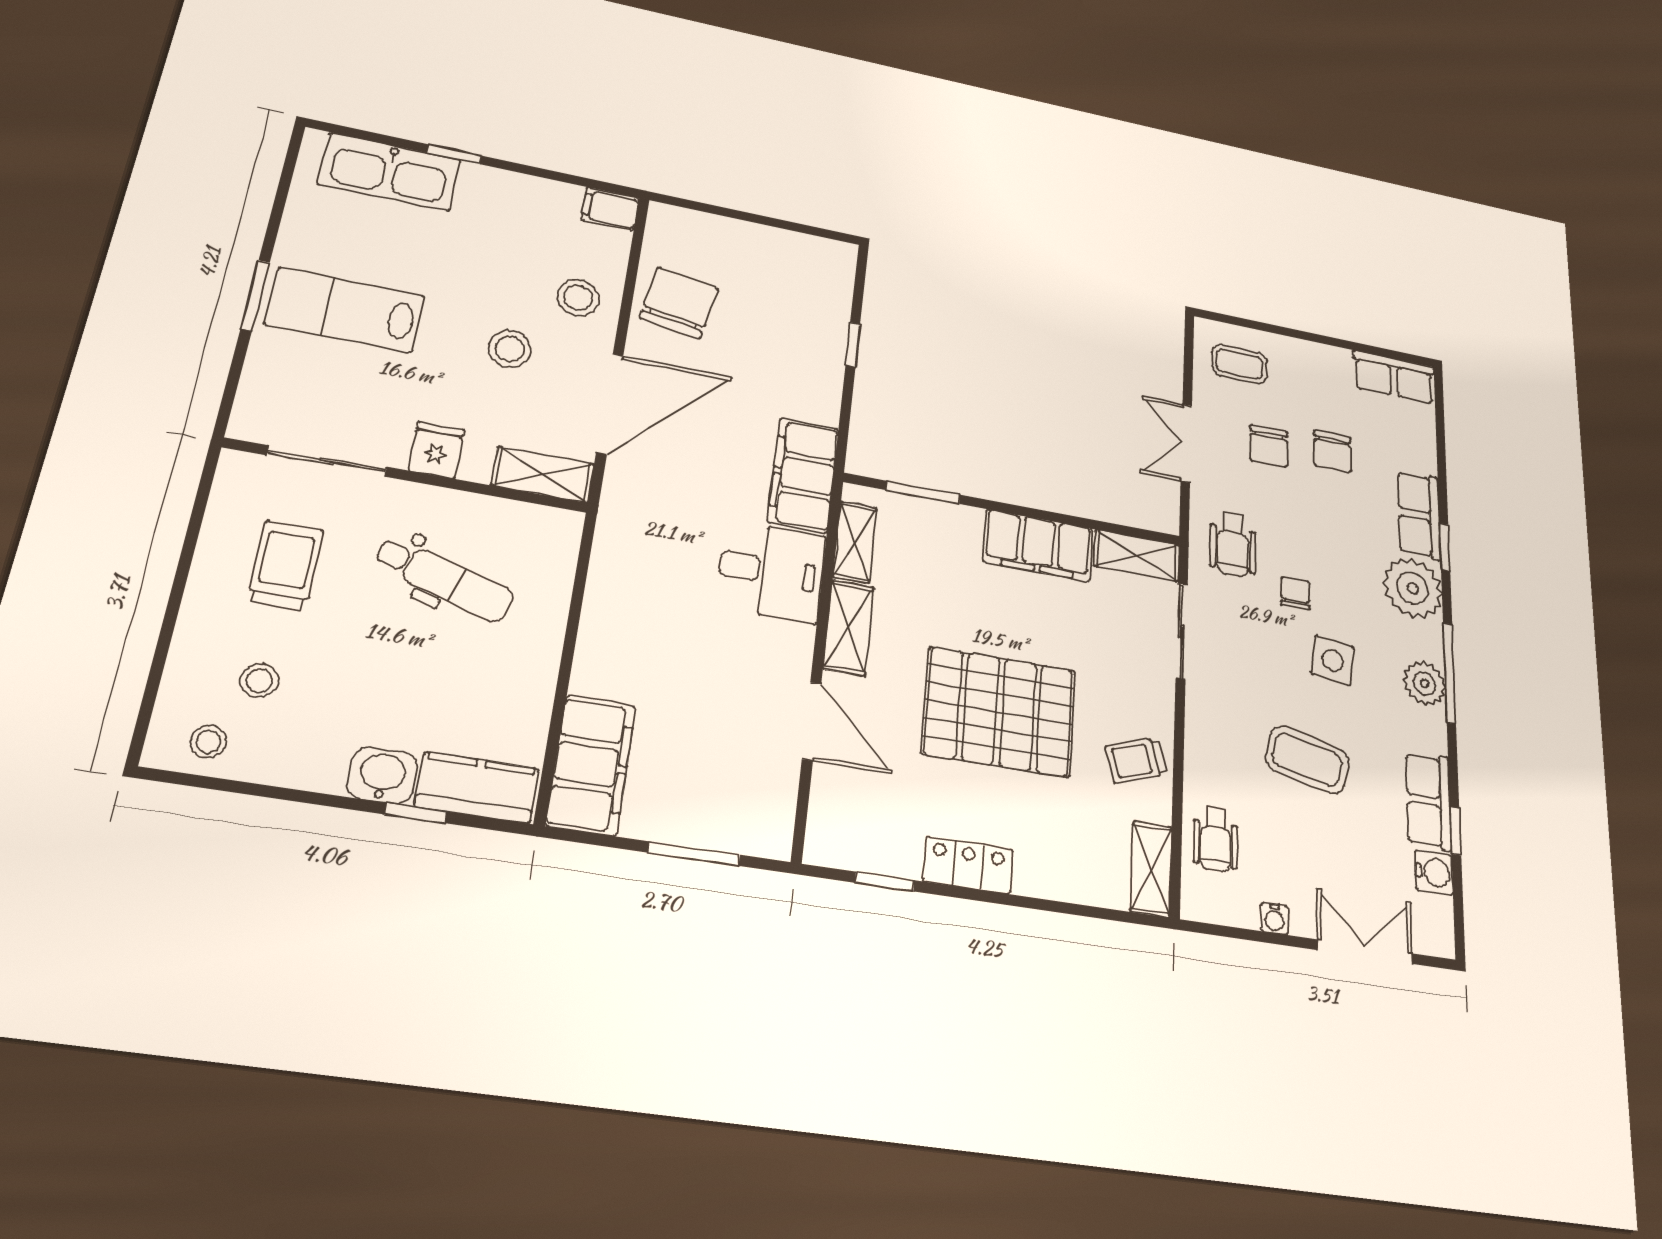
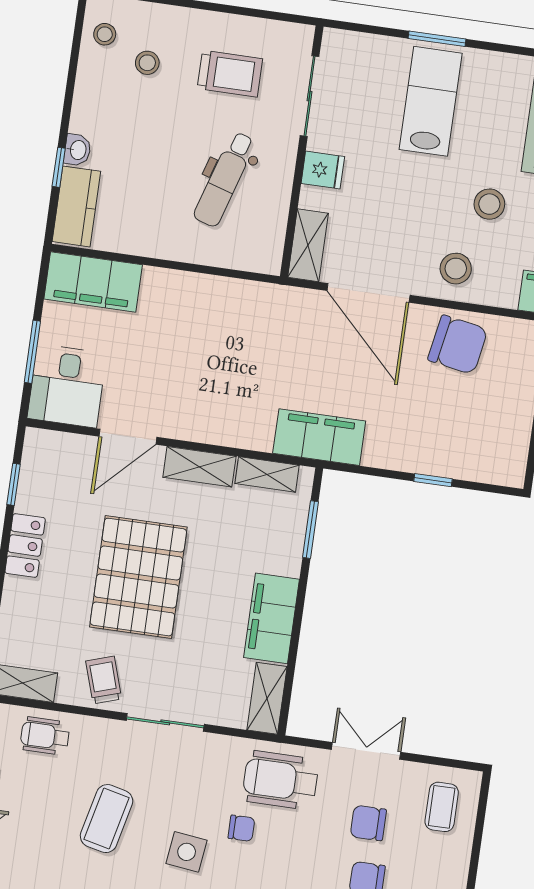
stool: (510, 349) -> (489, 204), moved
wheelchair: (1233, 544) -> (281, 780), width x1.36, depth x1.37
desk: (771, 571) -> (67, 386), moved
sliding door: (1182, 631) -> (165, 722), moved
washbasin: (383, 775) -> (77, 150), width x0.72, depth x0.69

